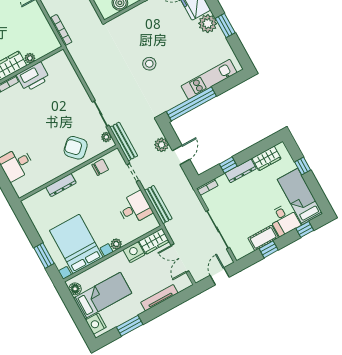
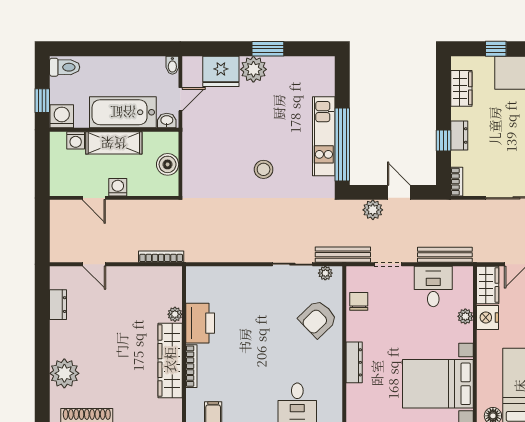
kitchen unit: (209, 79) -> (324, 136), moved
dresser: (241, 171) -> (459, 136), width x0.70
plant: (116, 244) -> (465, 316), moved

